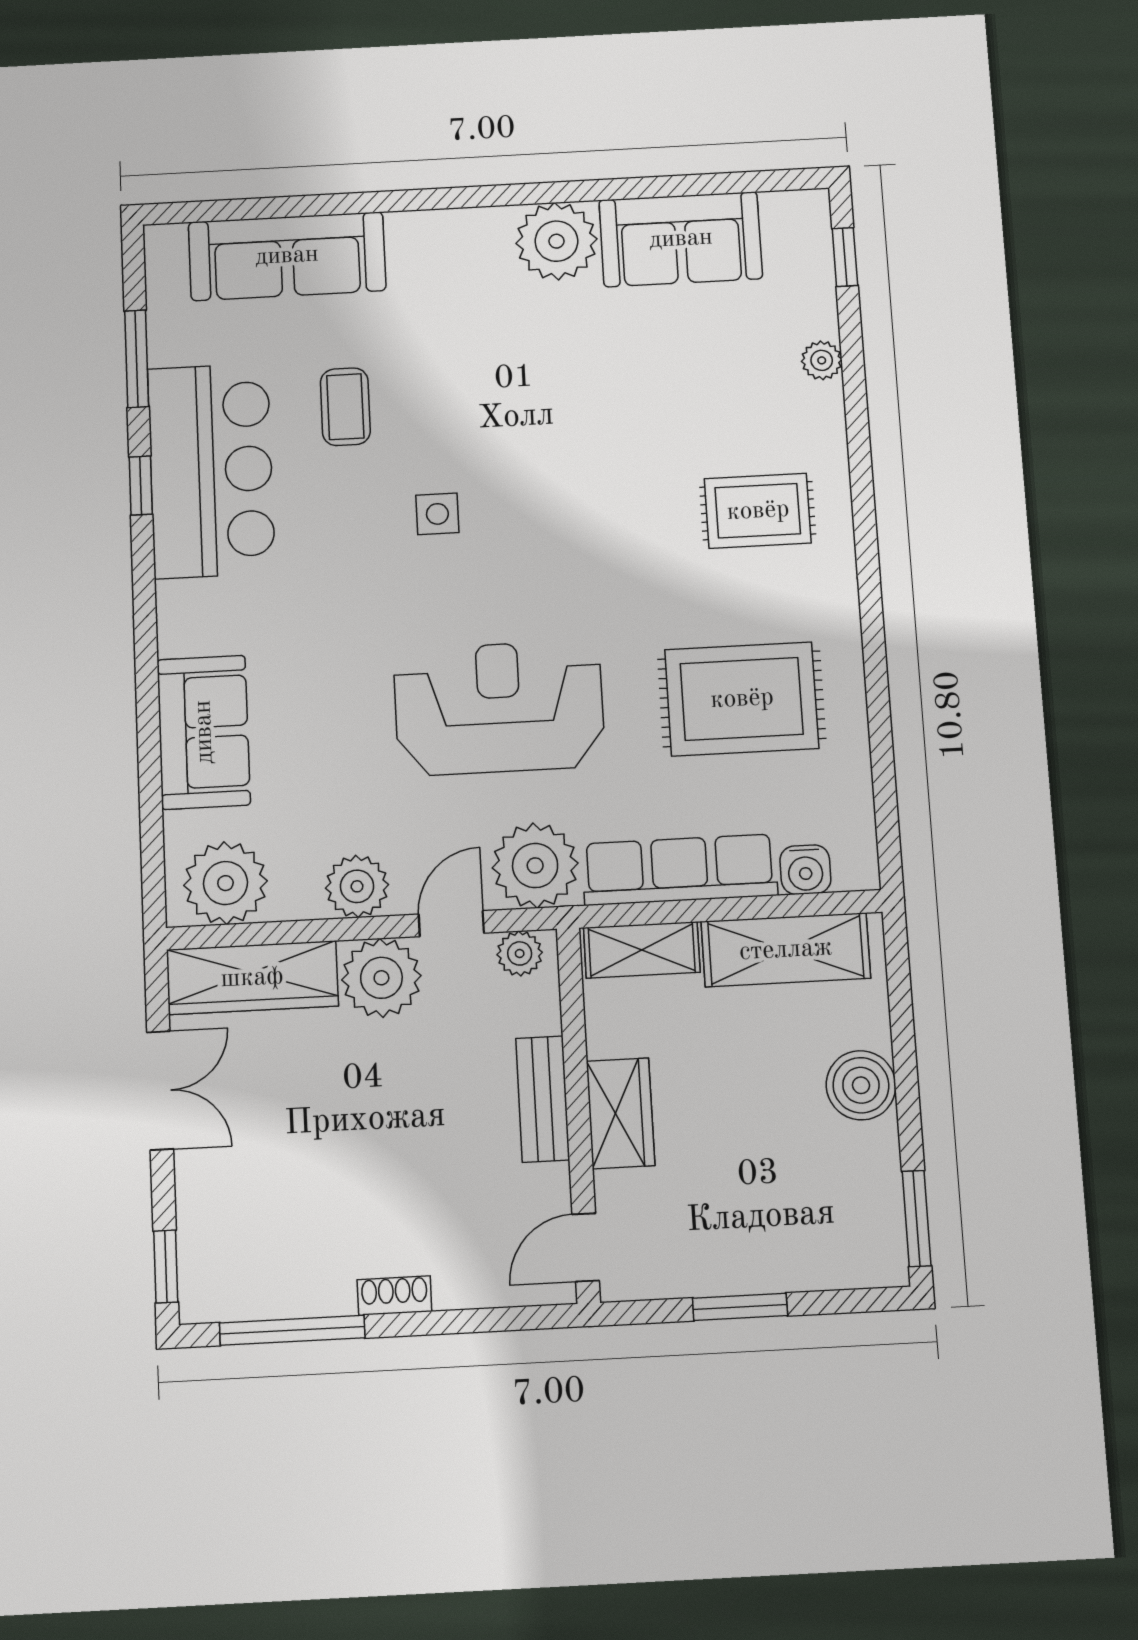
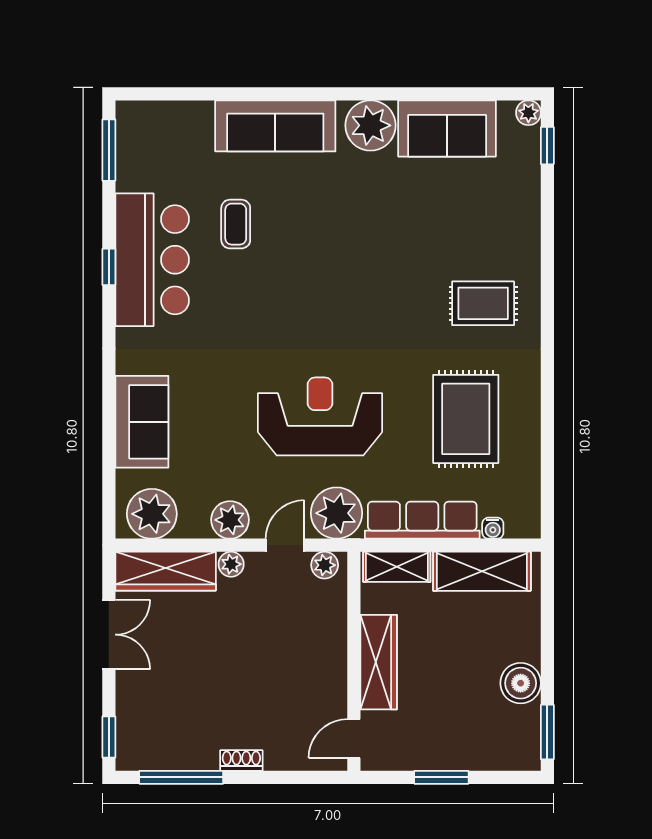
sofa: (287, 256) -> (275, 126), moved
window: (137, 359) -> (109, 150), moved
plant: (822, 360) -> (528, 113), moved
side table: (437, 514) -> (289, 295), removed
rug: (742, 699) -> (466, 419), turned 90
water cooler: (805, 870) -> (493, 528), width x0.72, depth x0.72
plant: (381, 978) -> (231, 564), width x0.53, depth x0.53
boiler: (861, 1085) -> (521, 683), moved
bench: (543, 1099) -> (334, 651), removed
wardrobe: (620, 1113) -> (379, 662), width x1.50

